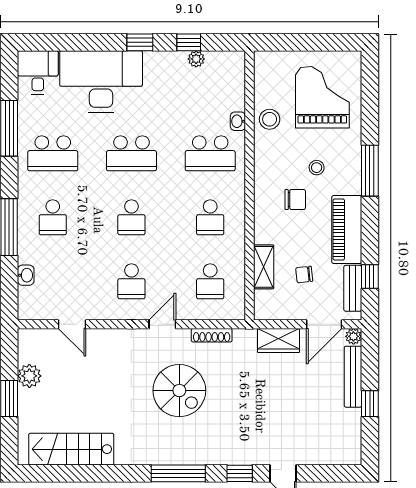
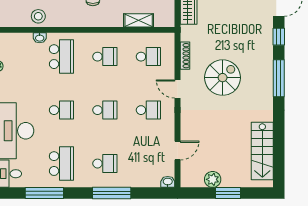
school desk: (131, 153) -> (61, 110), width x0.54
washbasin: (26, 275) -> (168, 182), moved

